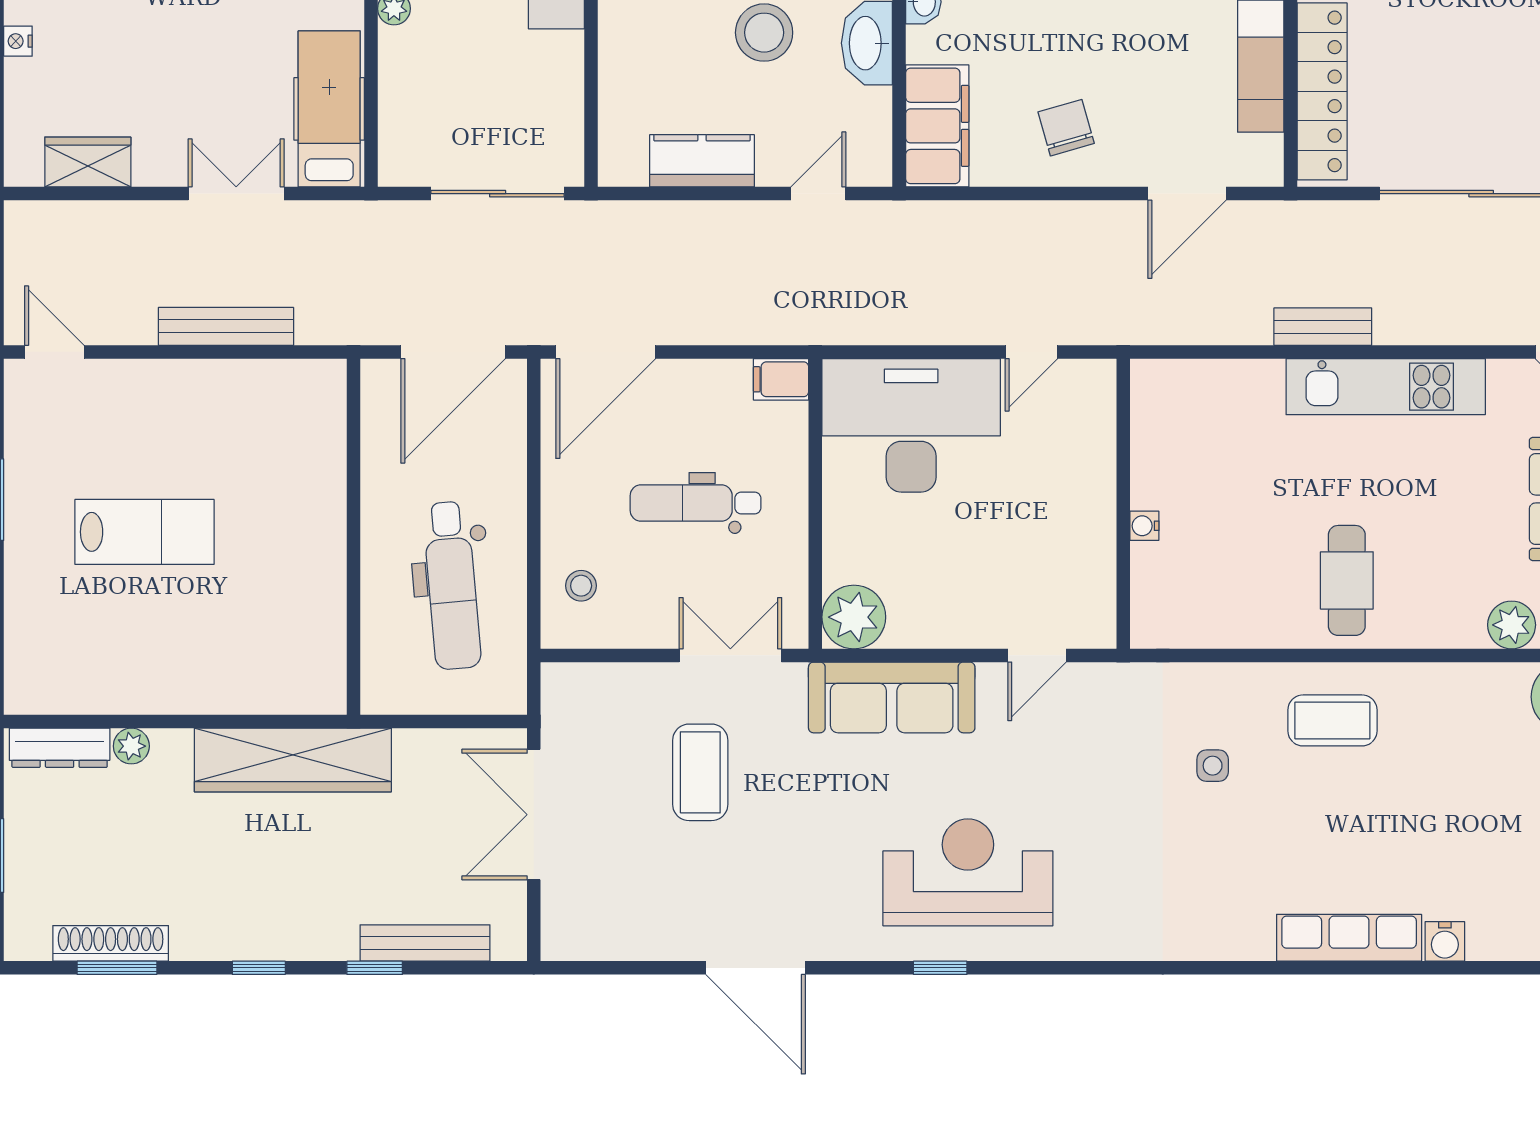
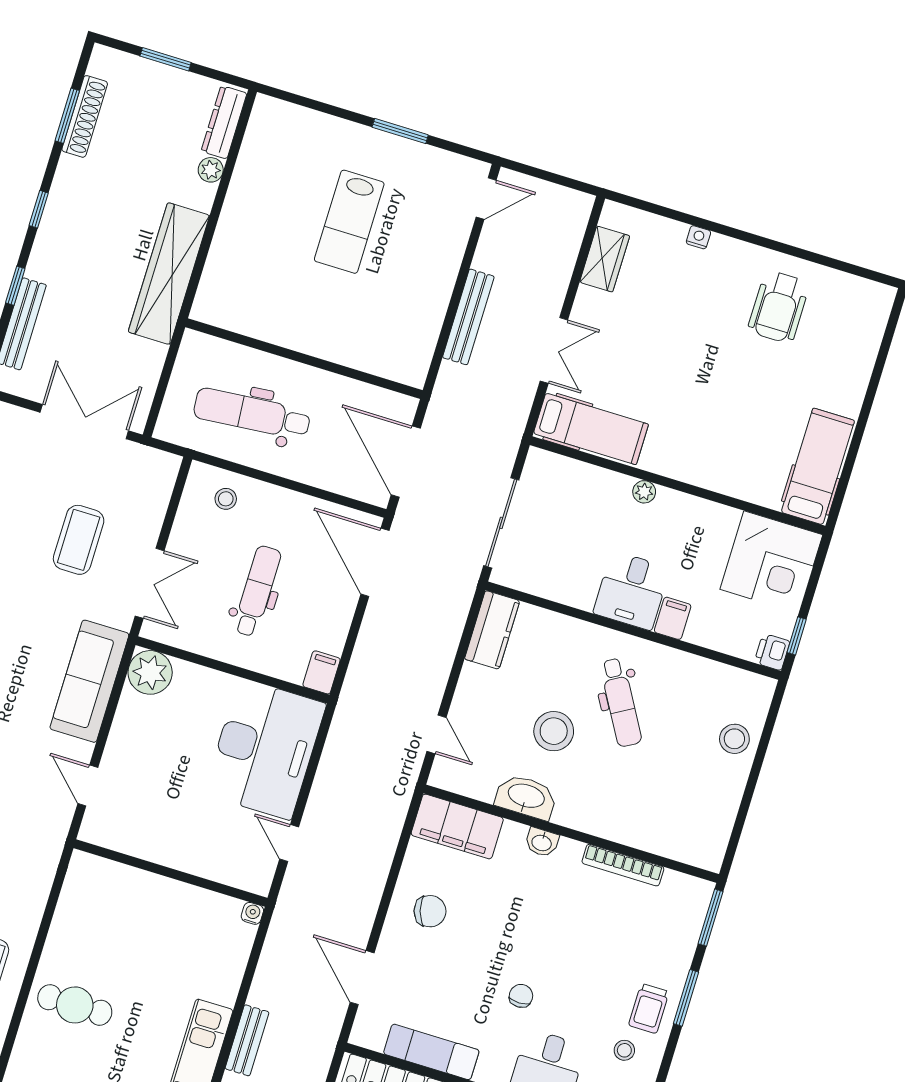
kitchen counter: (702, 161) -> (492, 630), moved
water cooler: (1144, 526) -> (252, 913), moved
coffee table: (700, 772) -> (79, 540), turned 90

